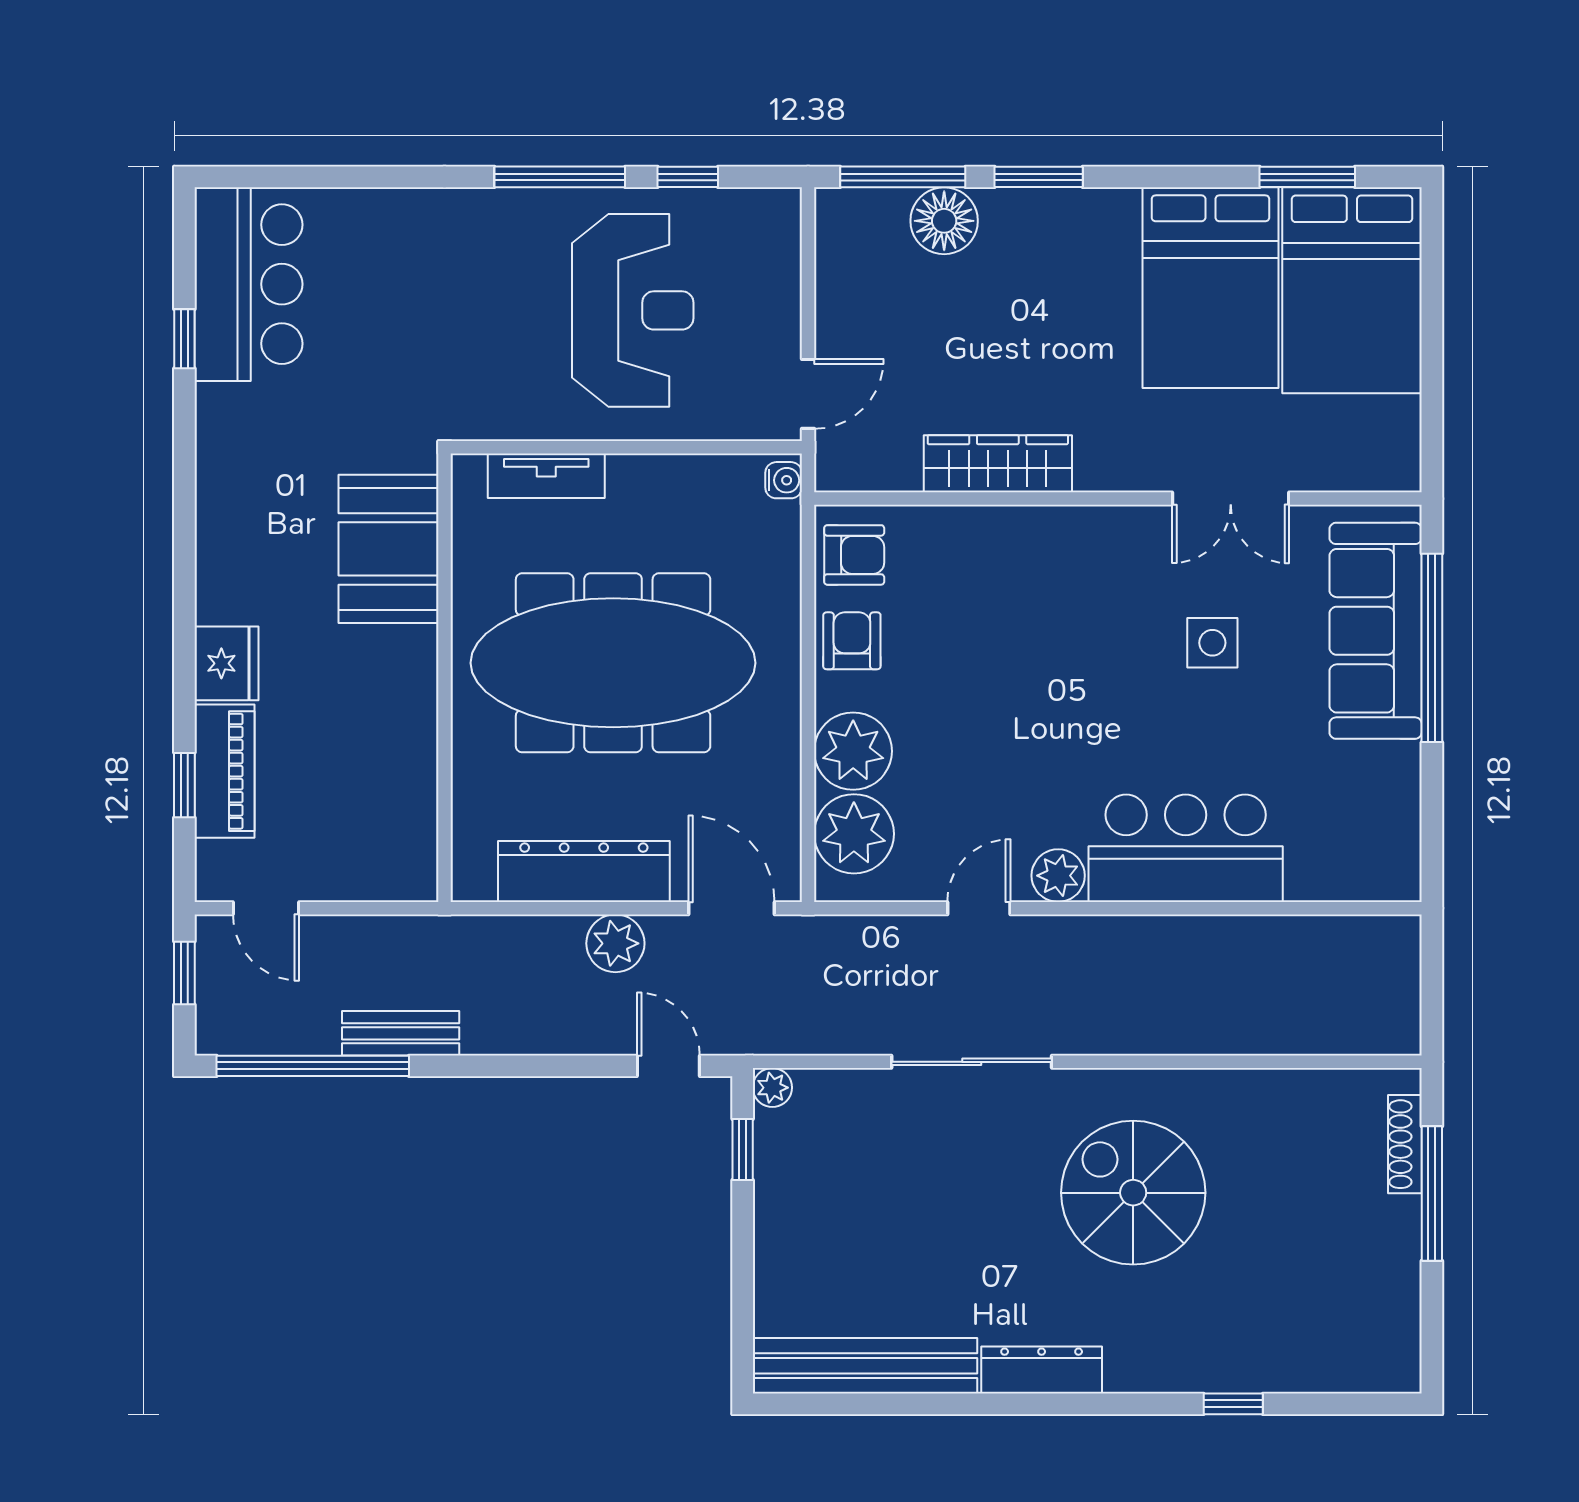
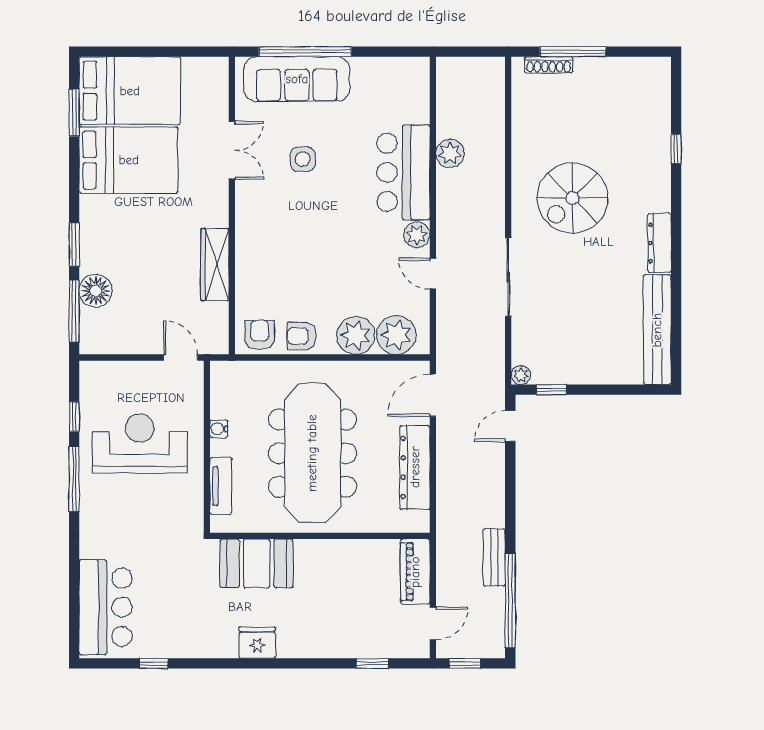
bar counter: (249, 284) -> (106, 607), moved, turned 90
water cooler: (784, 480) -> (219, 429), moved, turned -90
fridge: (227, 663) -> (257, 643), moved
piano: (224, 771) -> (415, 572), moved, turned -90
plant: (615, 943) -> (450, 153), moved

